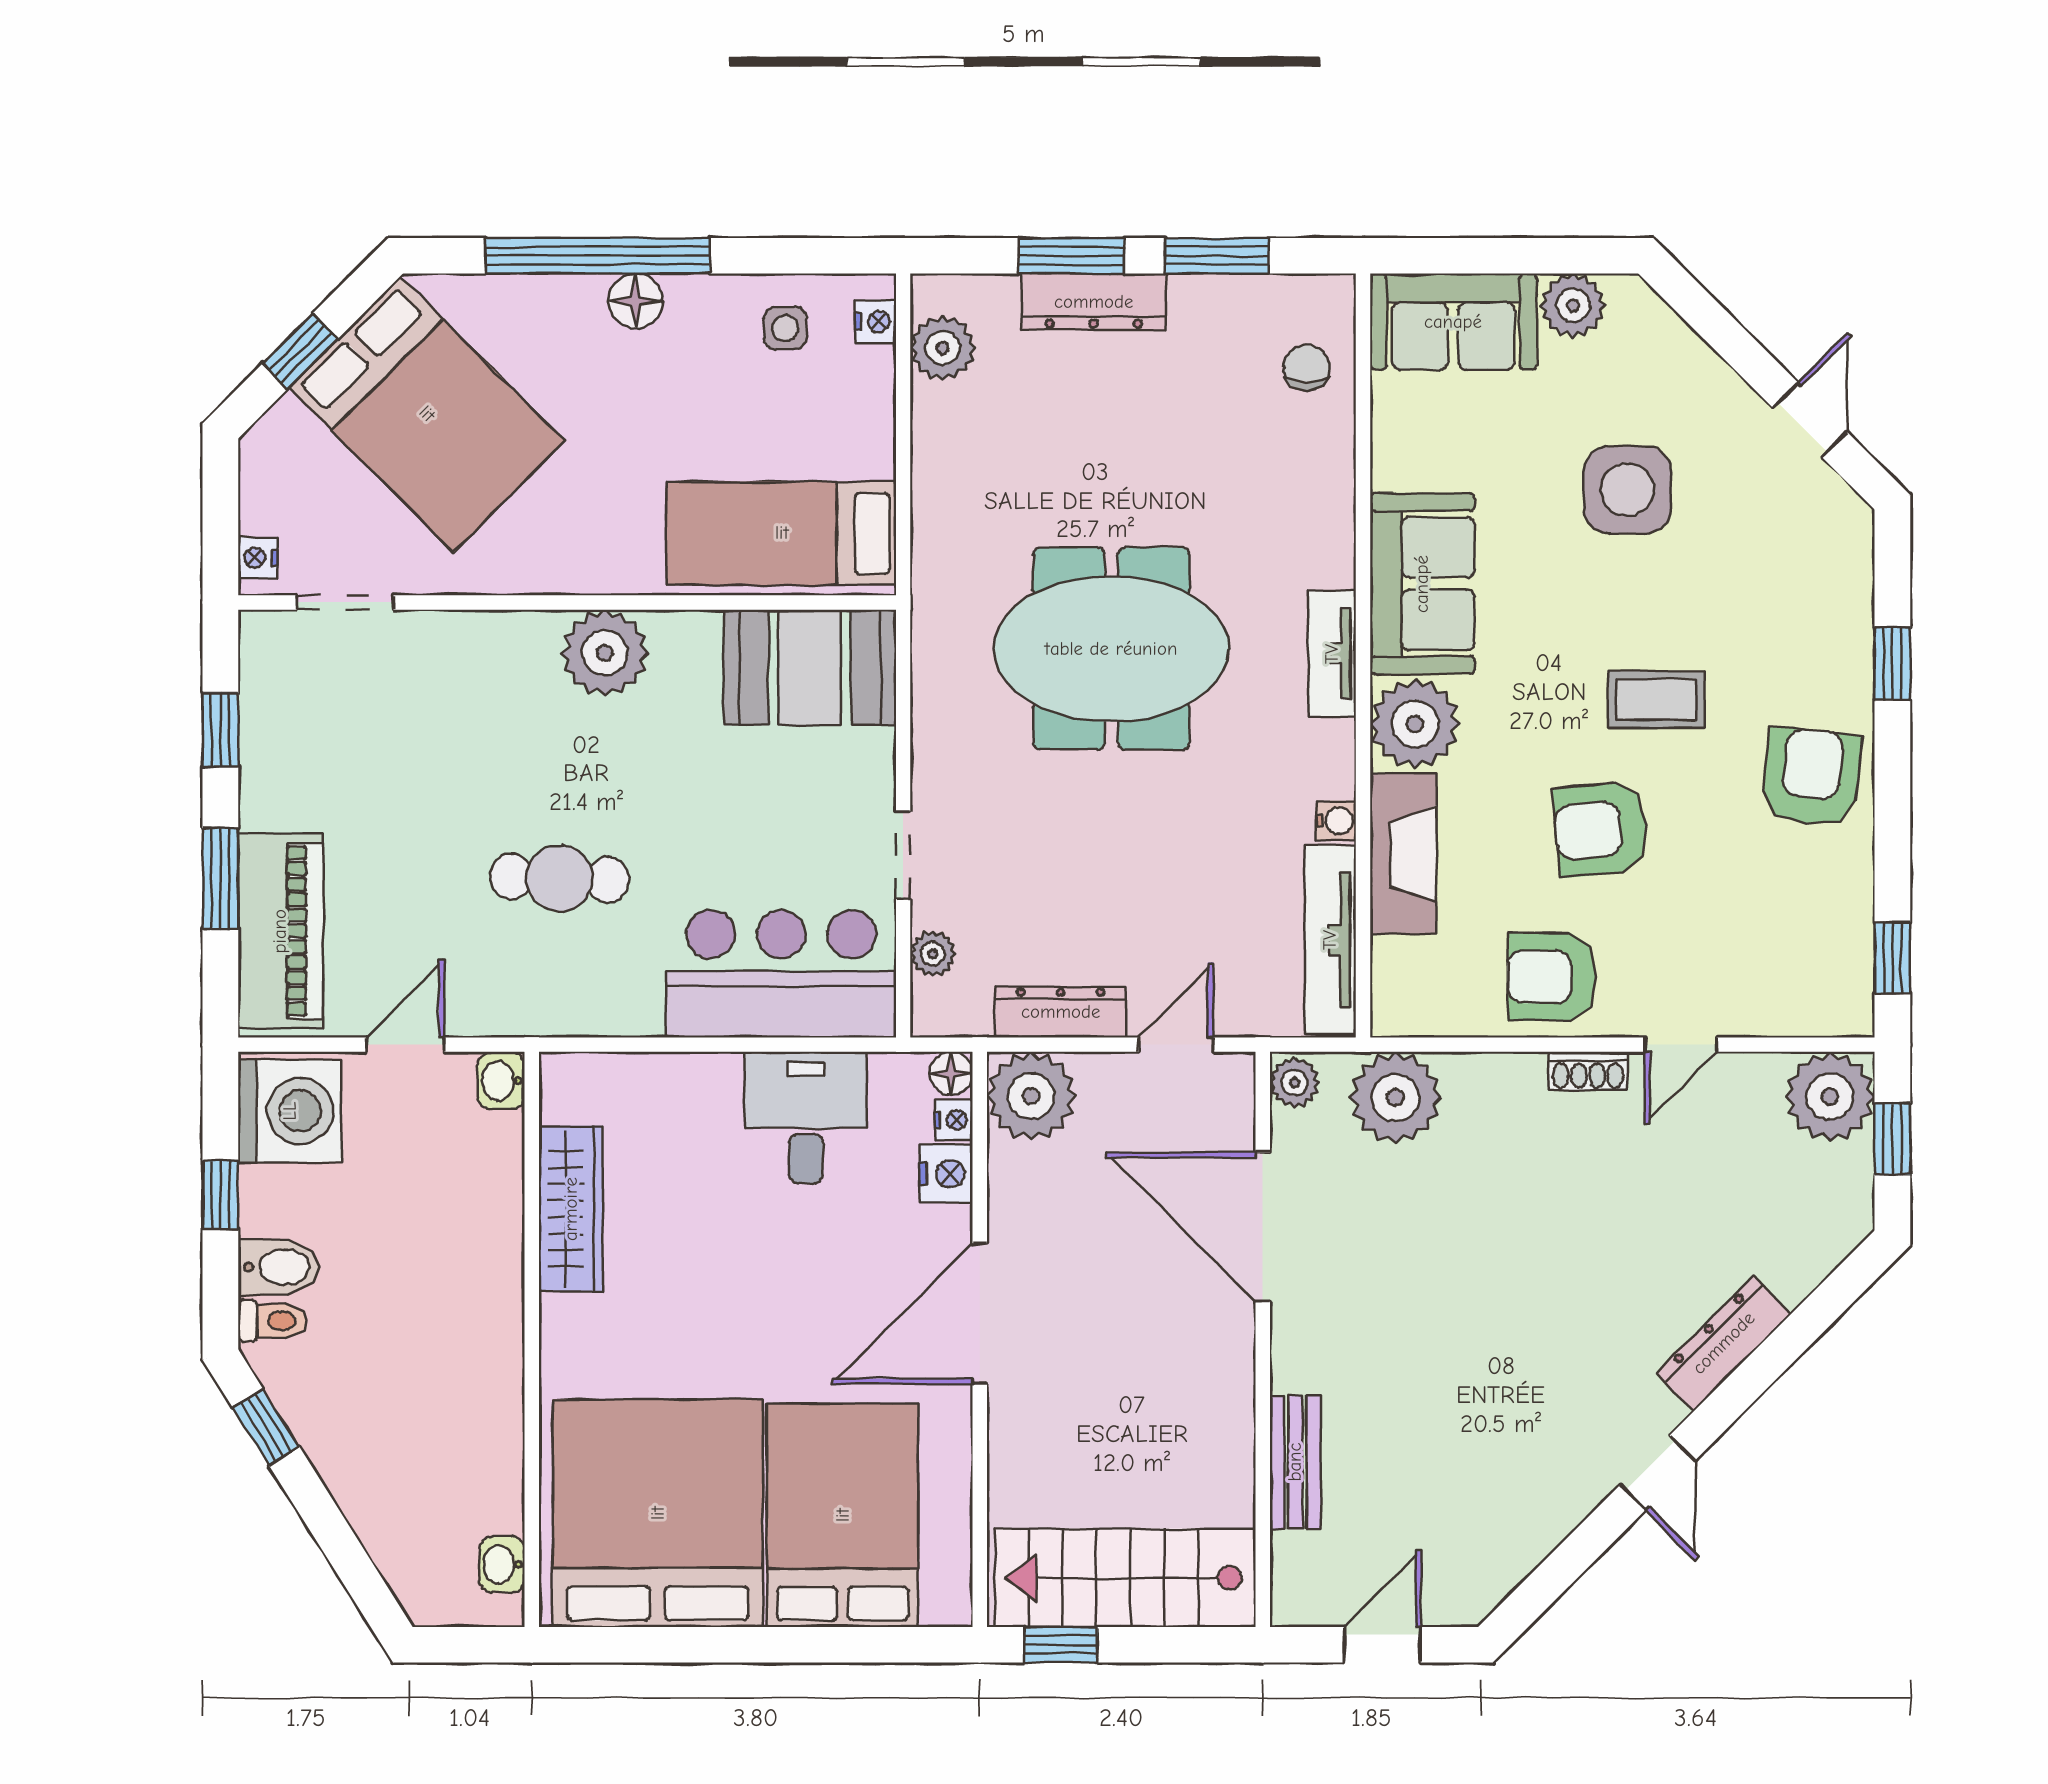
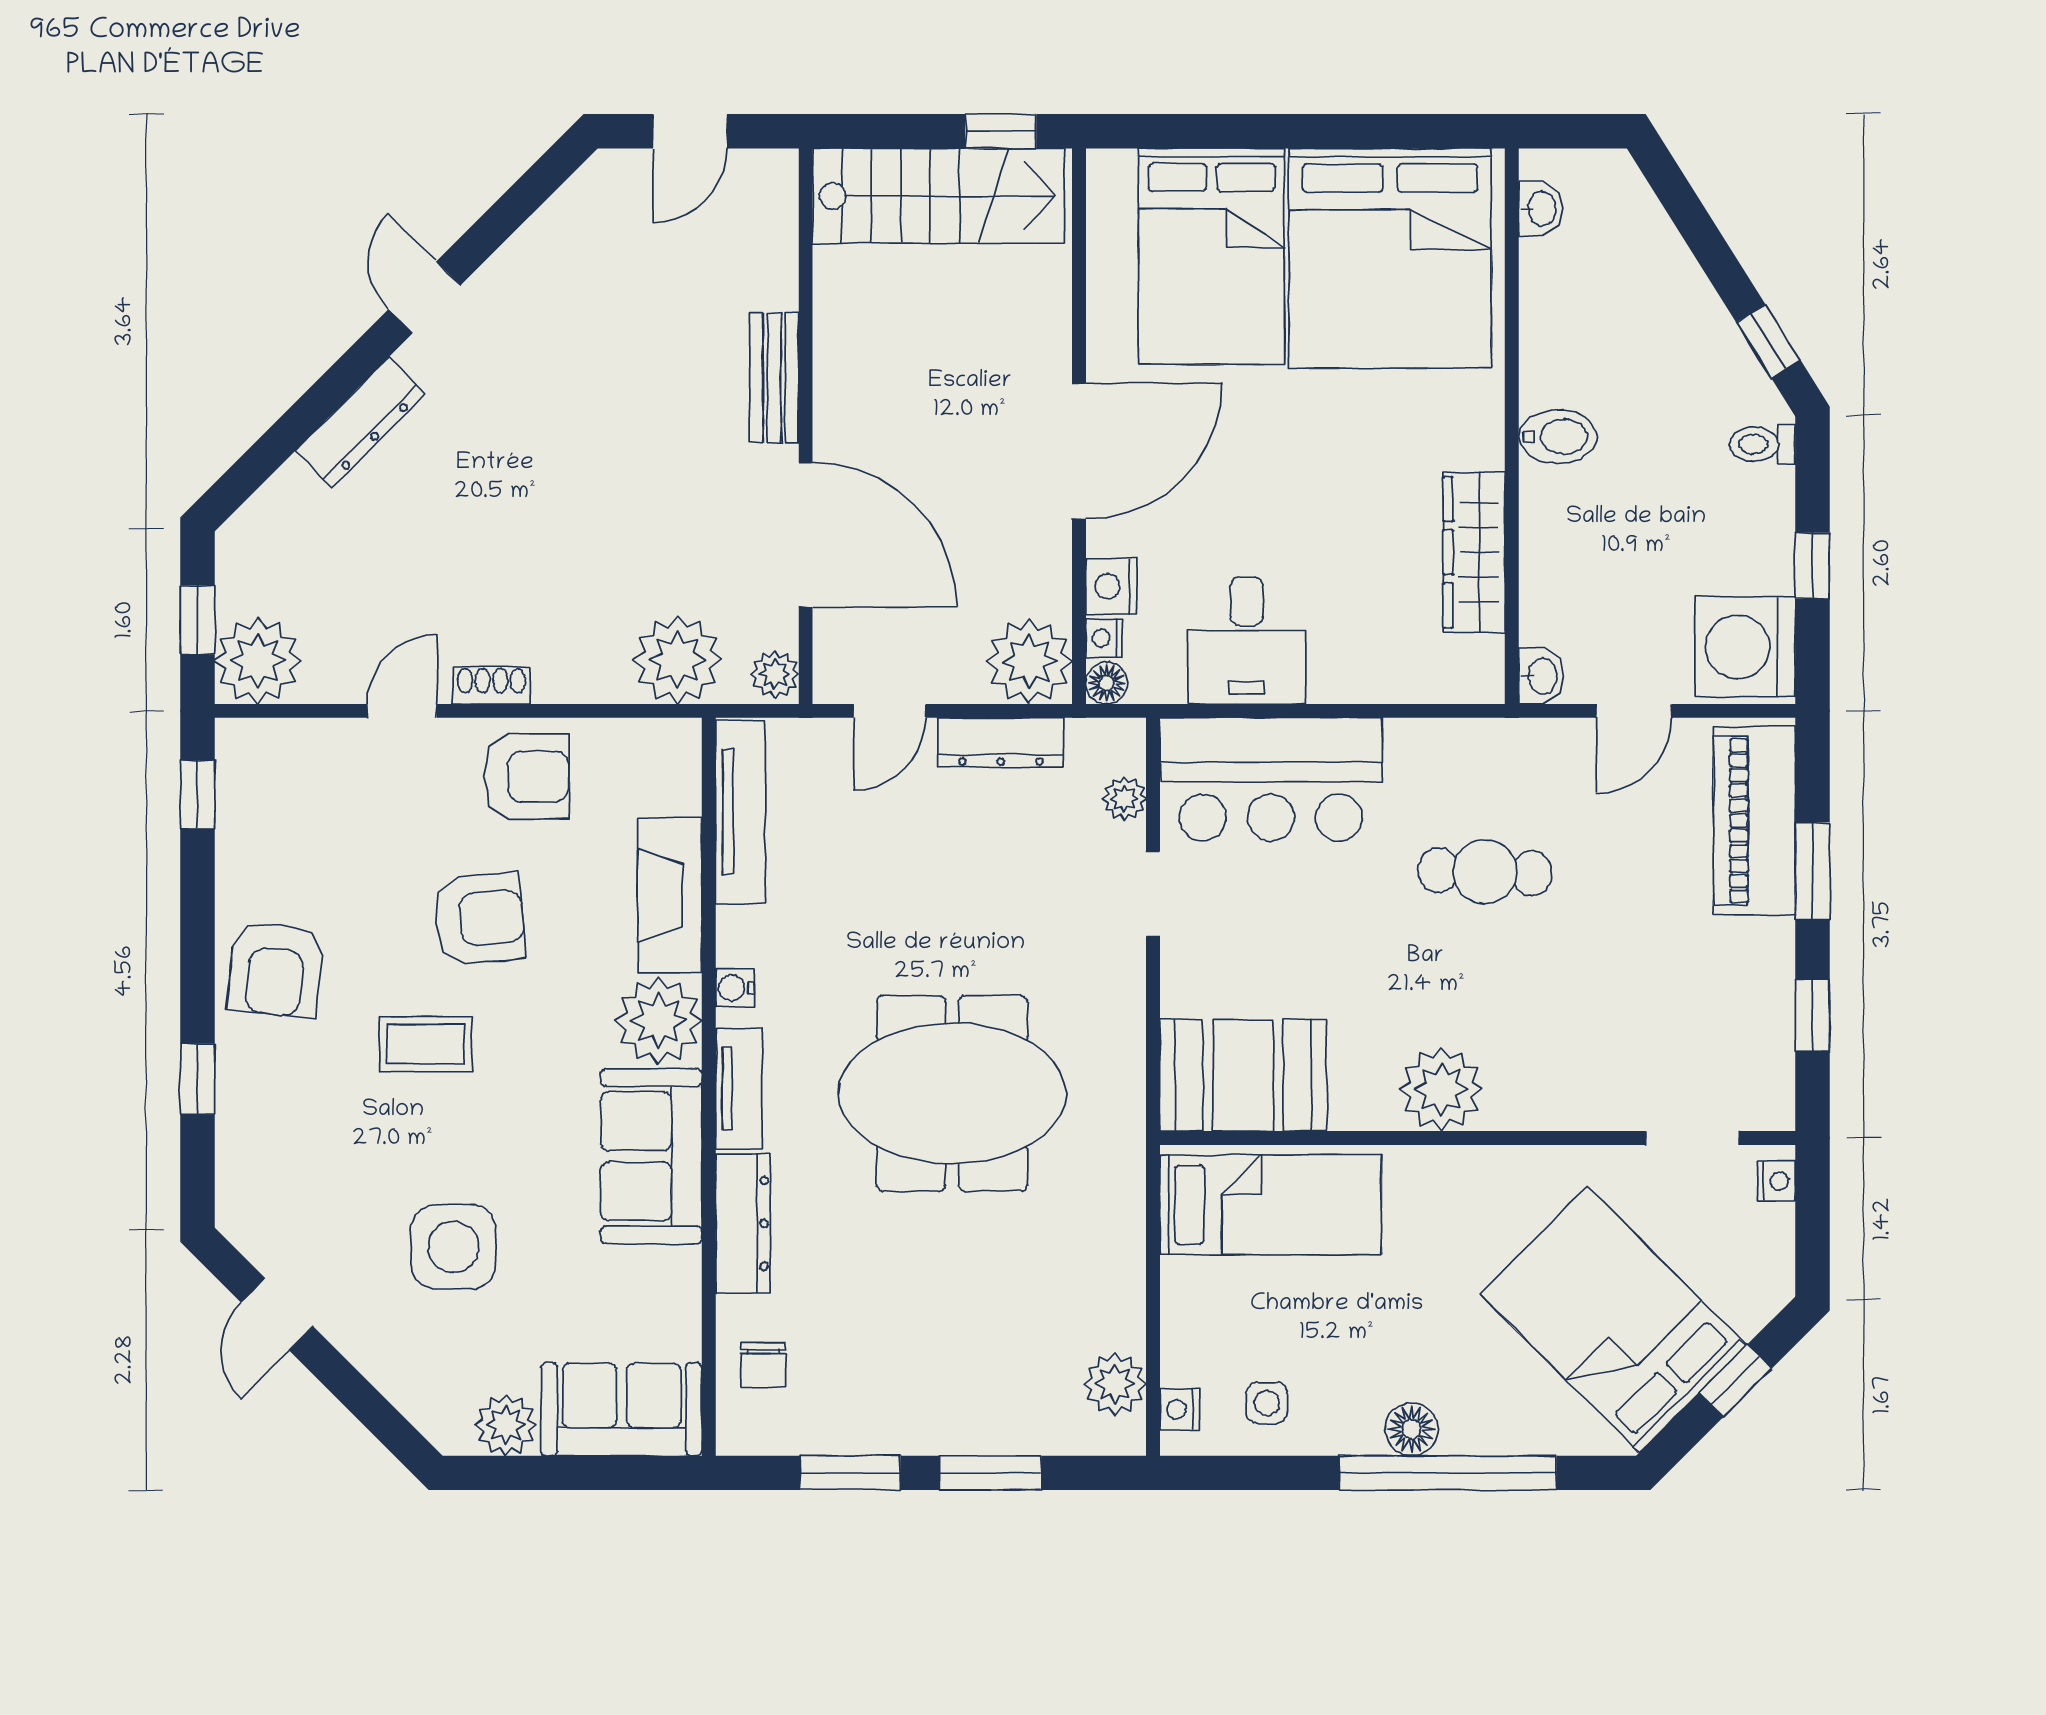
dresser: (1094, 302) -> (743, 1223), moved, turned 90
water cooler: (1336, 821) -> (735, 988), moved
bidet: (279, 1267) -> (1558, 437), moved, turned 180
bench: (1295, 1462) -> (774, 378), moved

